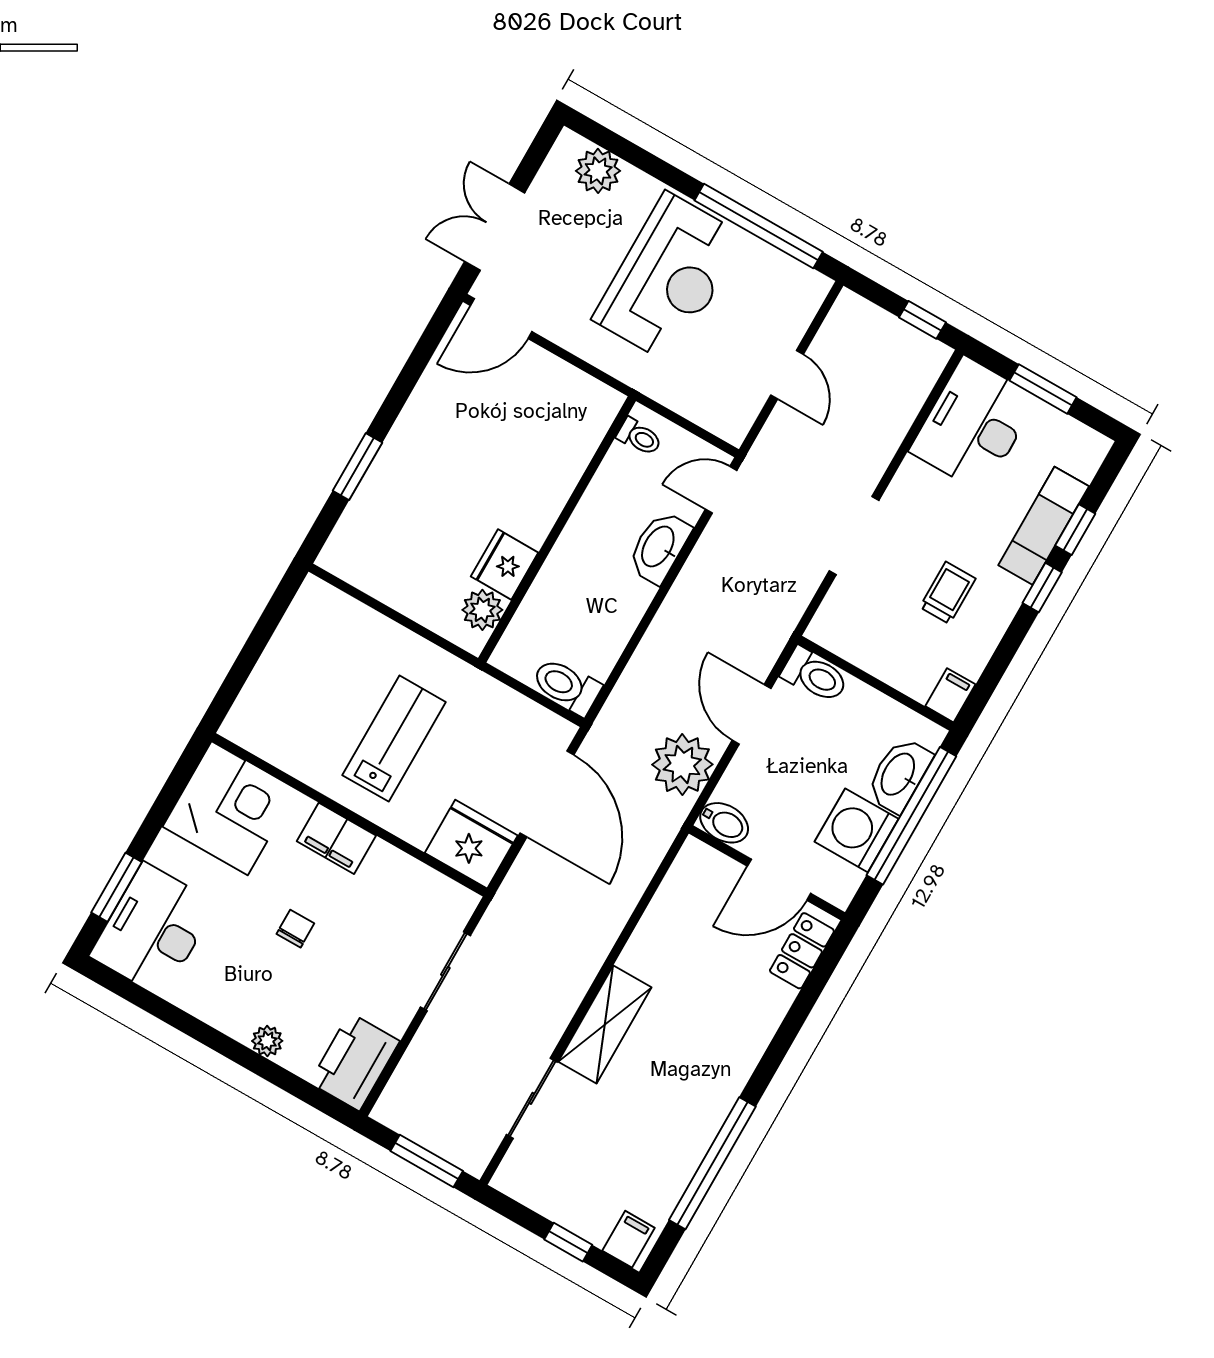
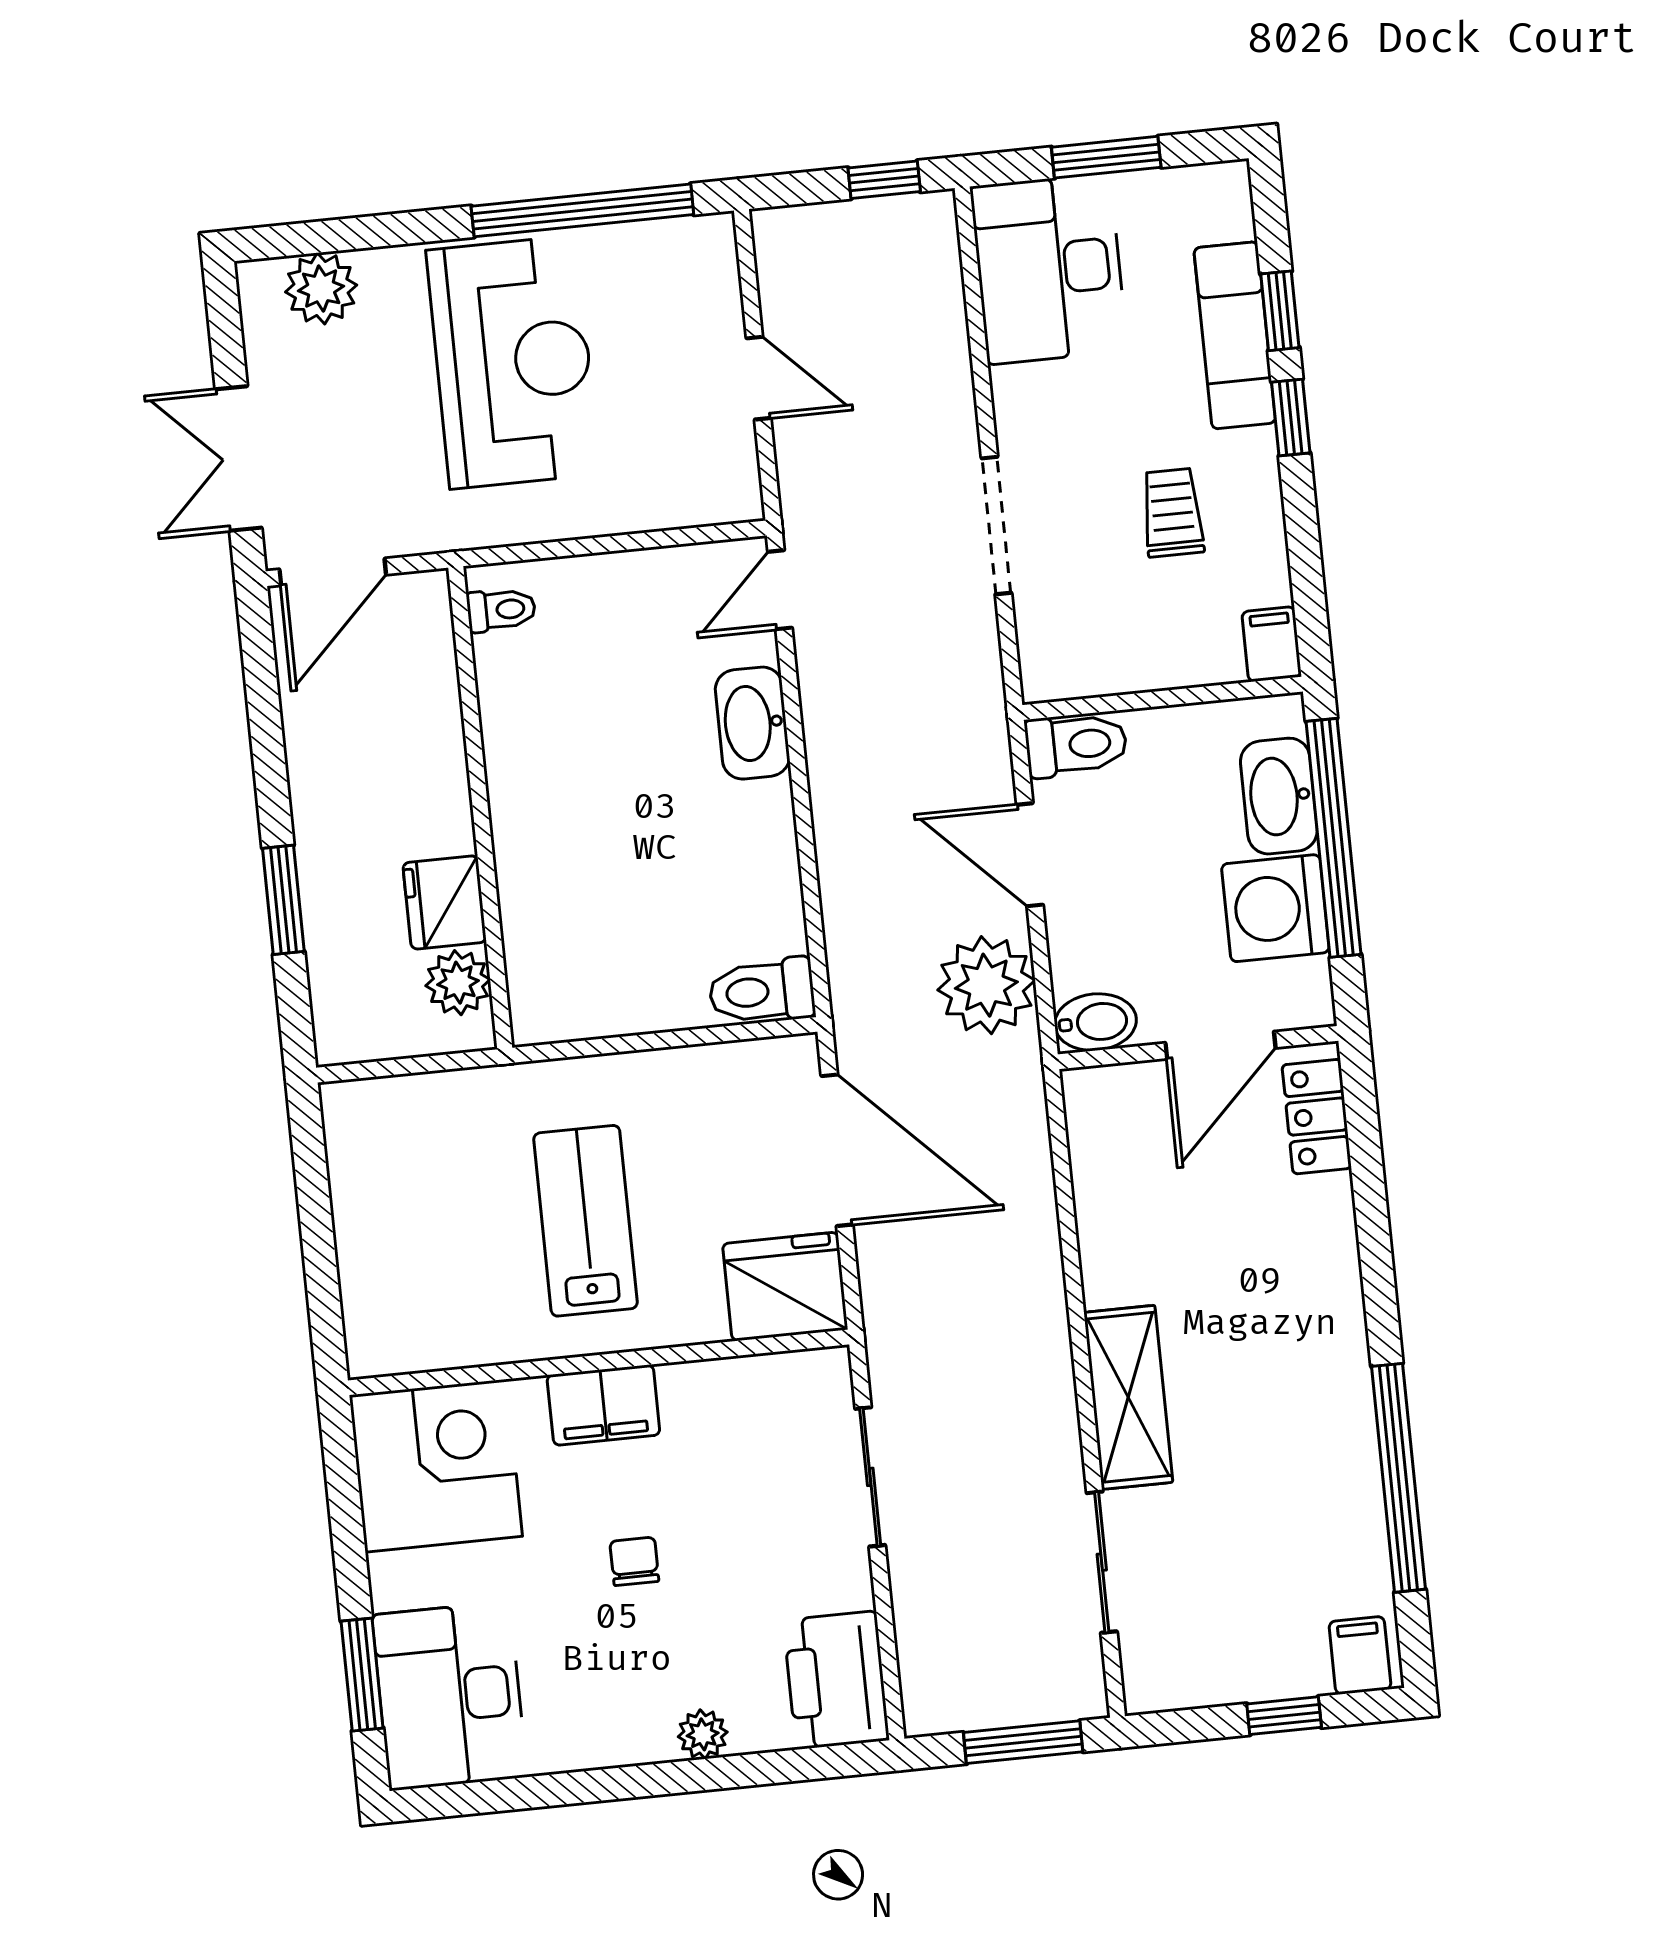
toilet: (639, 437) -> (501, 610), moved
wall: (557, 529) -> (480, 808), moved
fridge: (505, 564) -> (445, 902), moved
plant: (482, 610) -> (458, 983), moved

